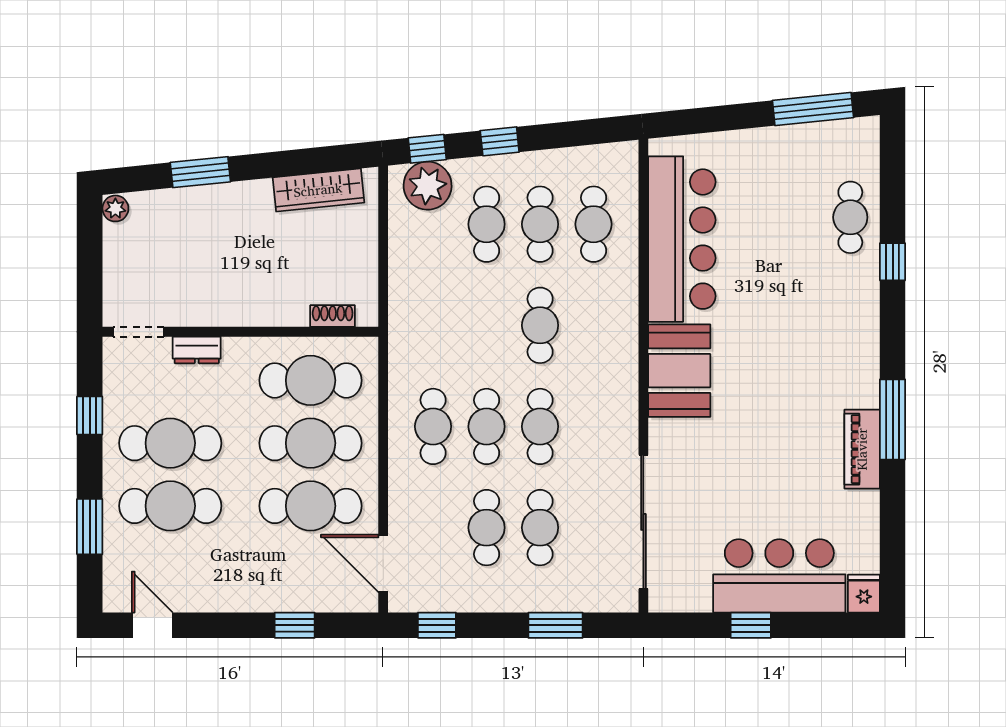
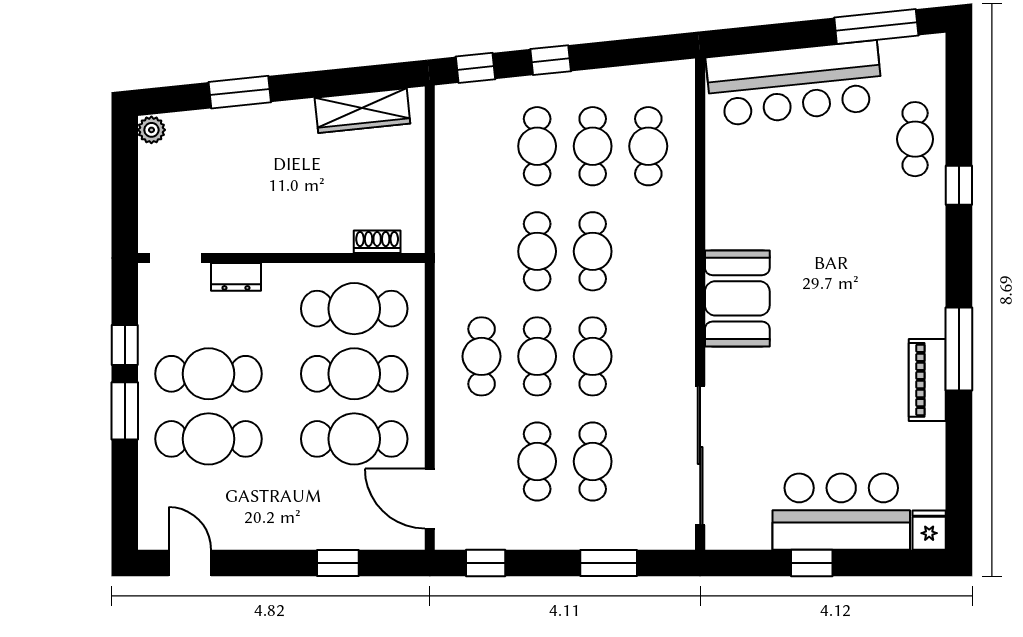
plant: (428, 186) -> (476, 106), removed
bar counter: (682, 239) -> (795, 83), moved, turned 84
cafe table: (487, 325) -> (537, 251), added
window: (90, 527) -> (125, 411), moved

